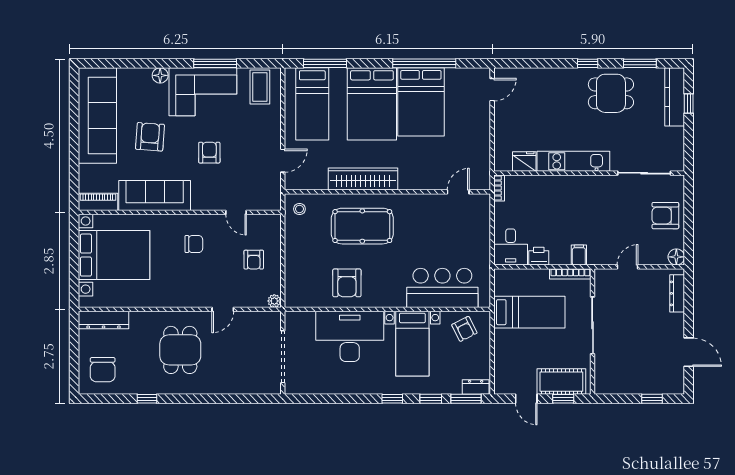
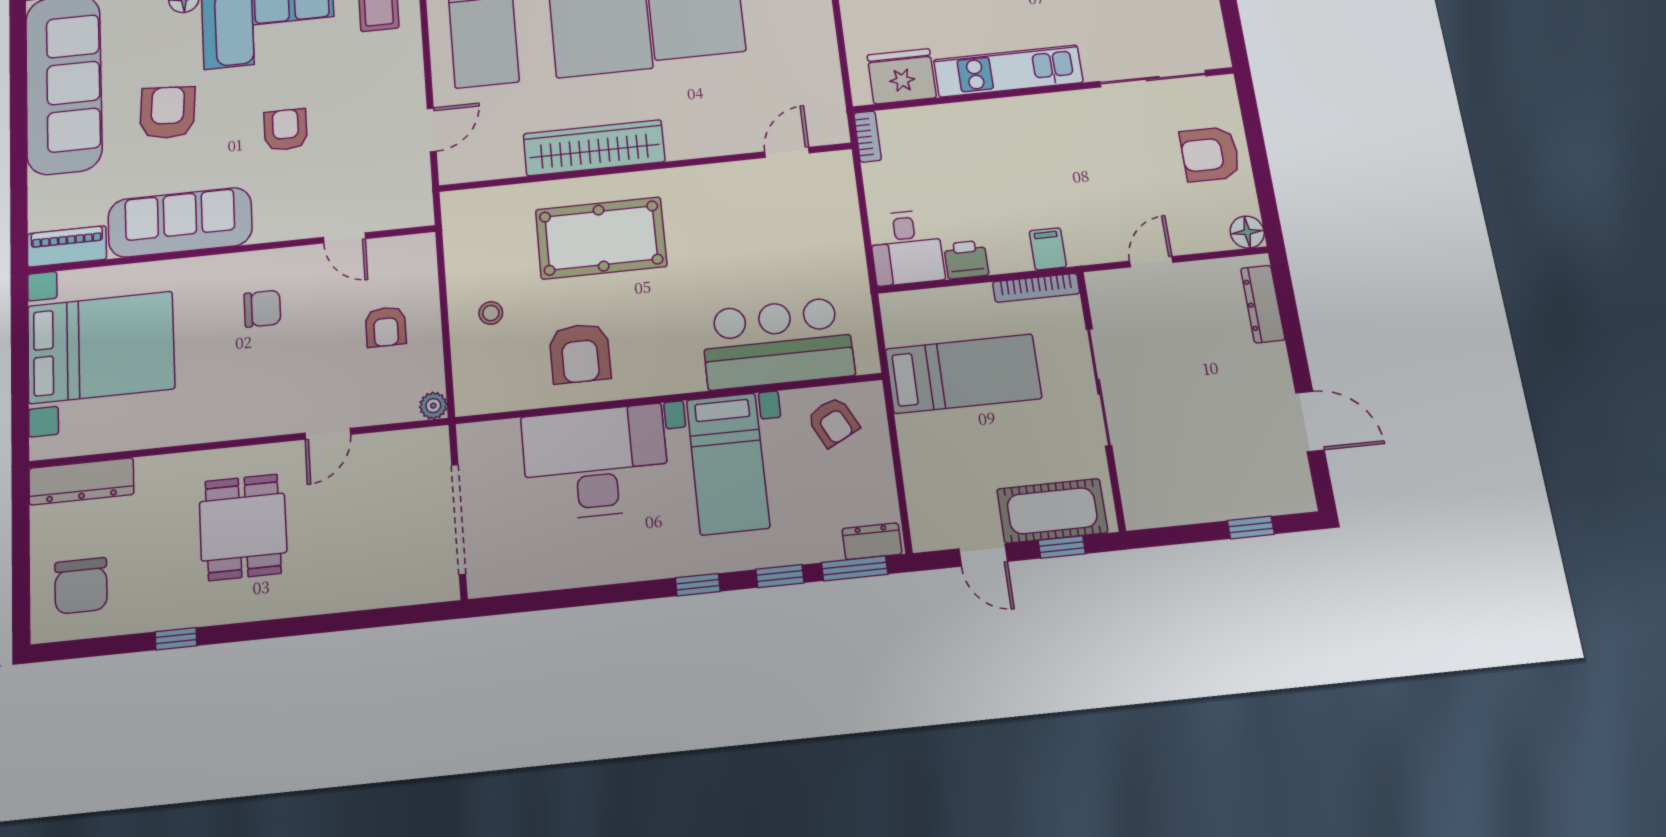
fridge: (524, 162) -> (902, 76), width x1.36, depth x1.34
stool: (299, 209) -> (491, 313), moved

